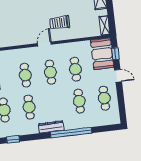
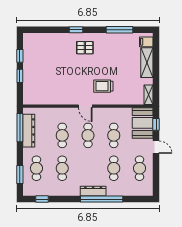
door: (44, 44) -> (85, 106), swing flipped
dresser: (51, 127) -> (93, 191), moved

